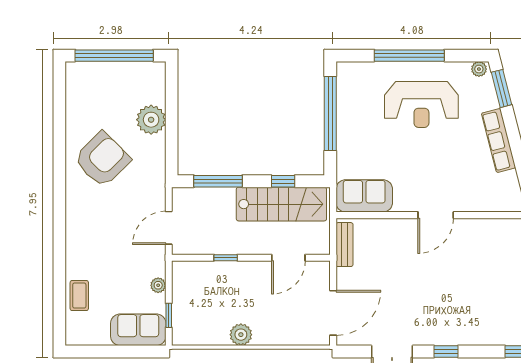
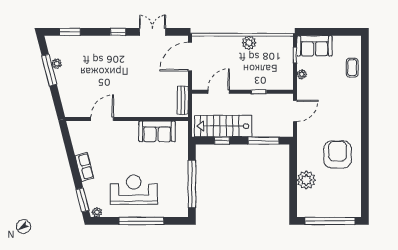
row of seats: (499, 140) -> (84, 167), width x0.68
armchair: (102, 160) -> (337, 155), turned 135
sofa: (364, 196) -> (157, 131), moved
door: (436, 215) -> (102, 119), moved

